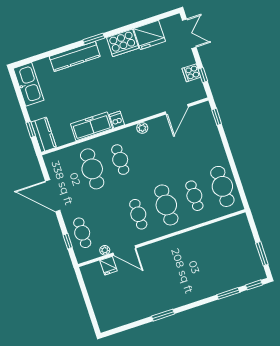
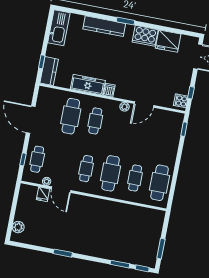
cooker: (191, 73) -> (181, 101), moved
door: (177, 109) -> (144, 104), moved
plant: (102, 314) -> (18, 227), added

